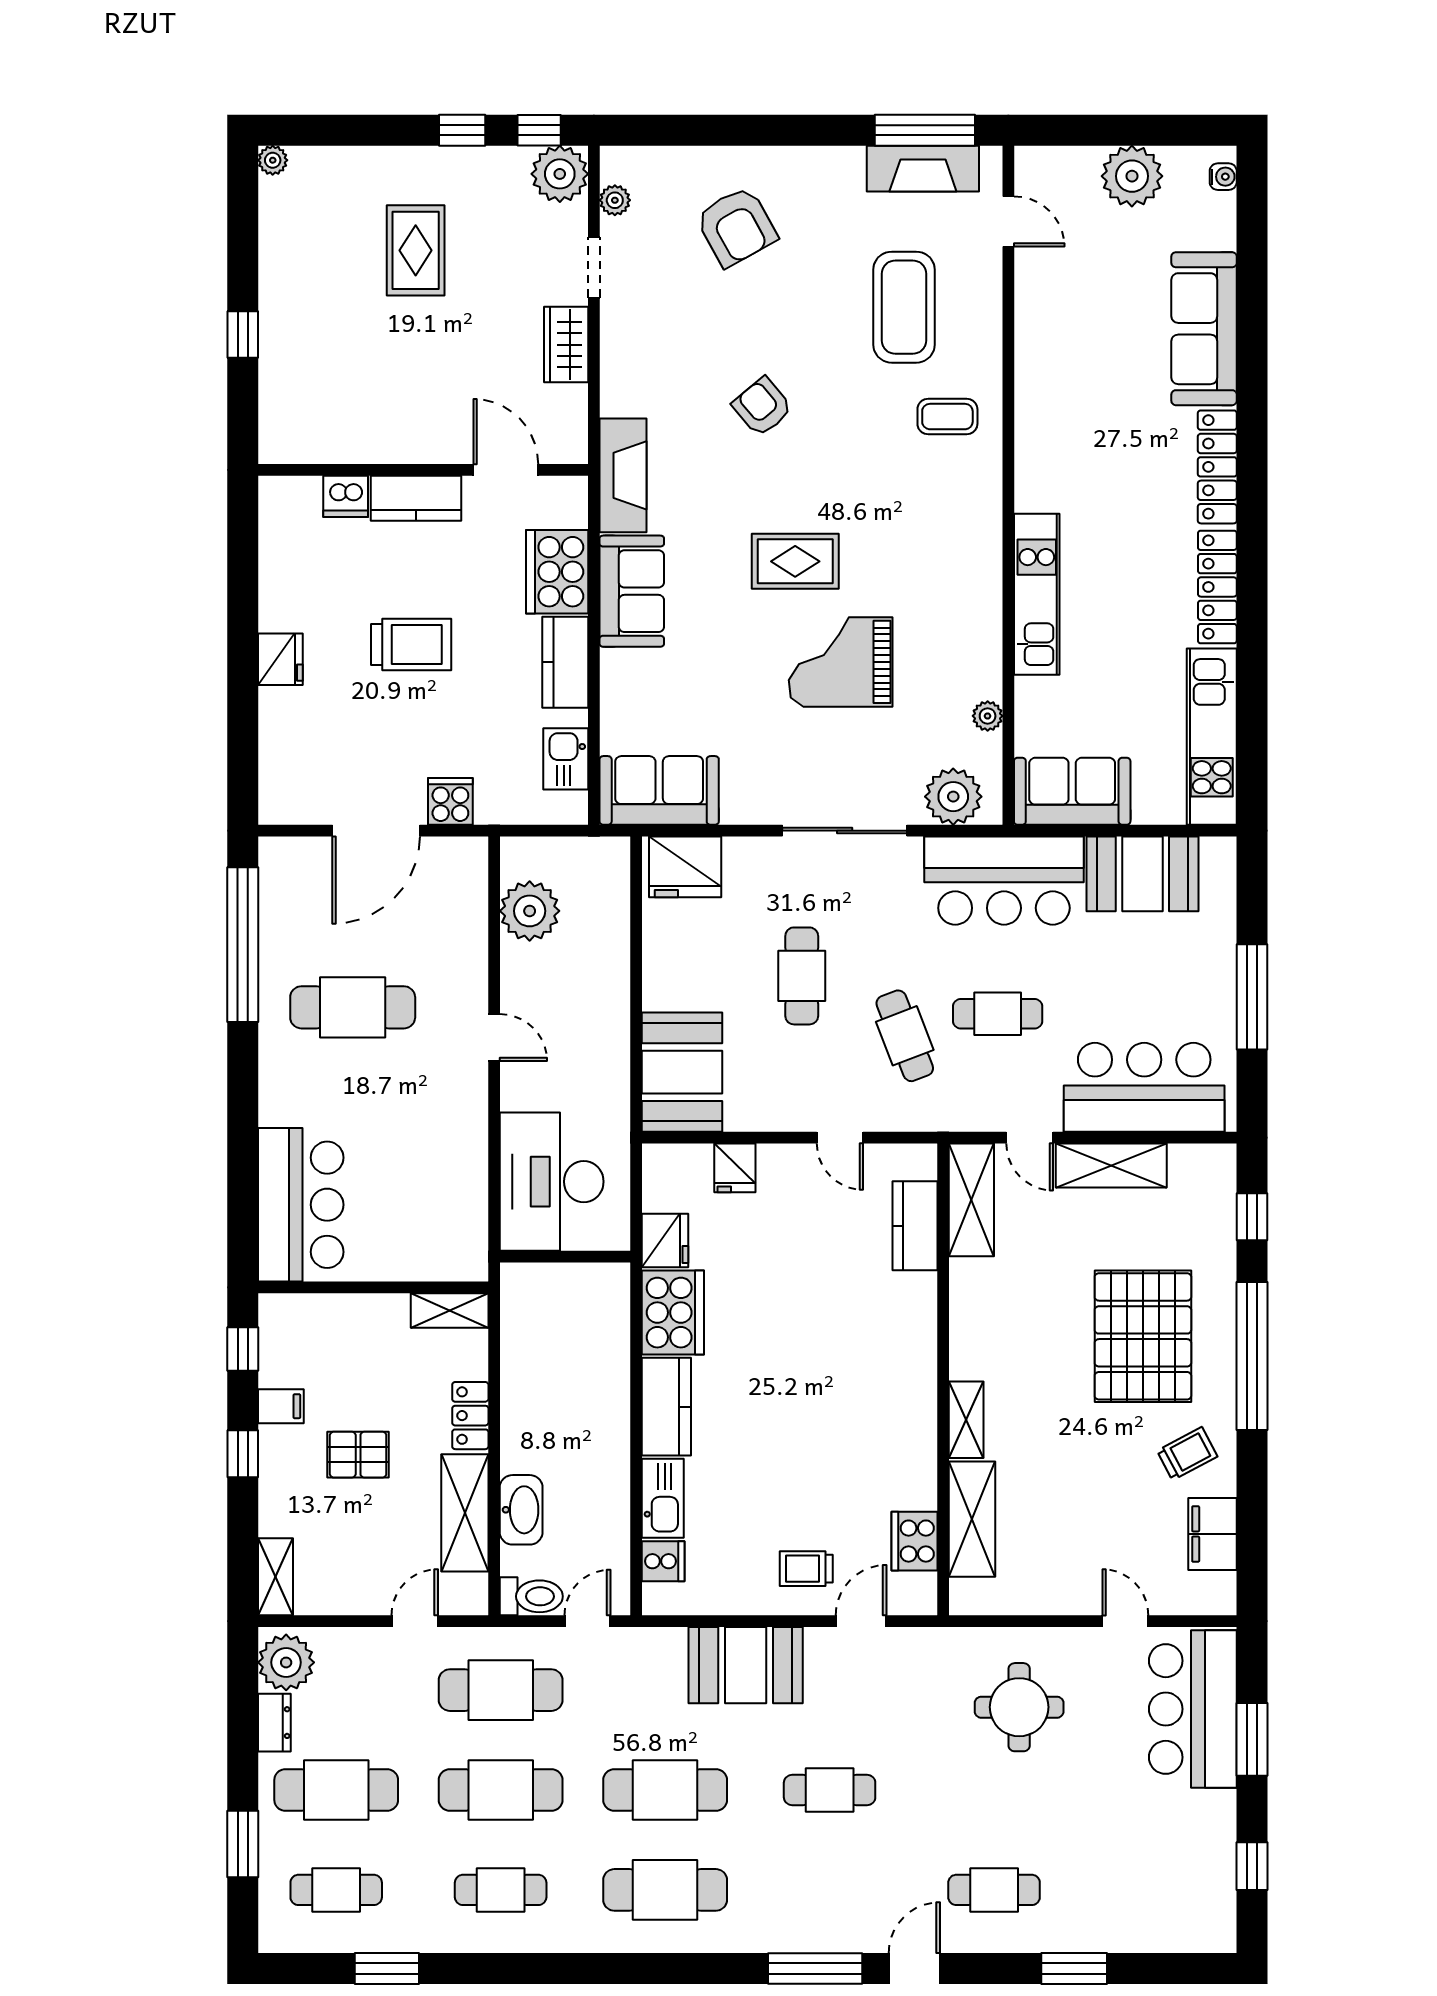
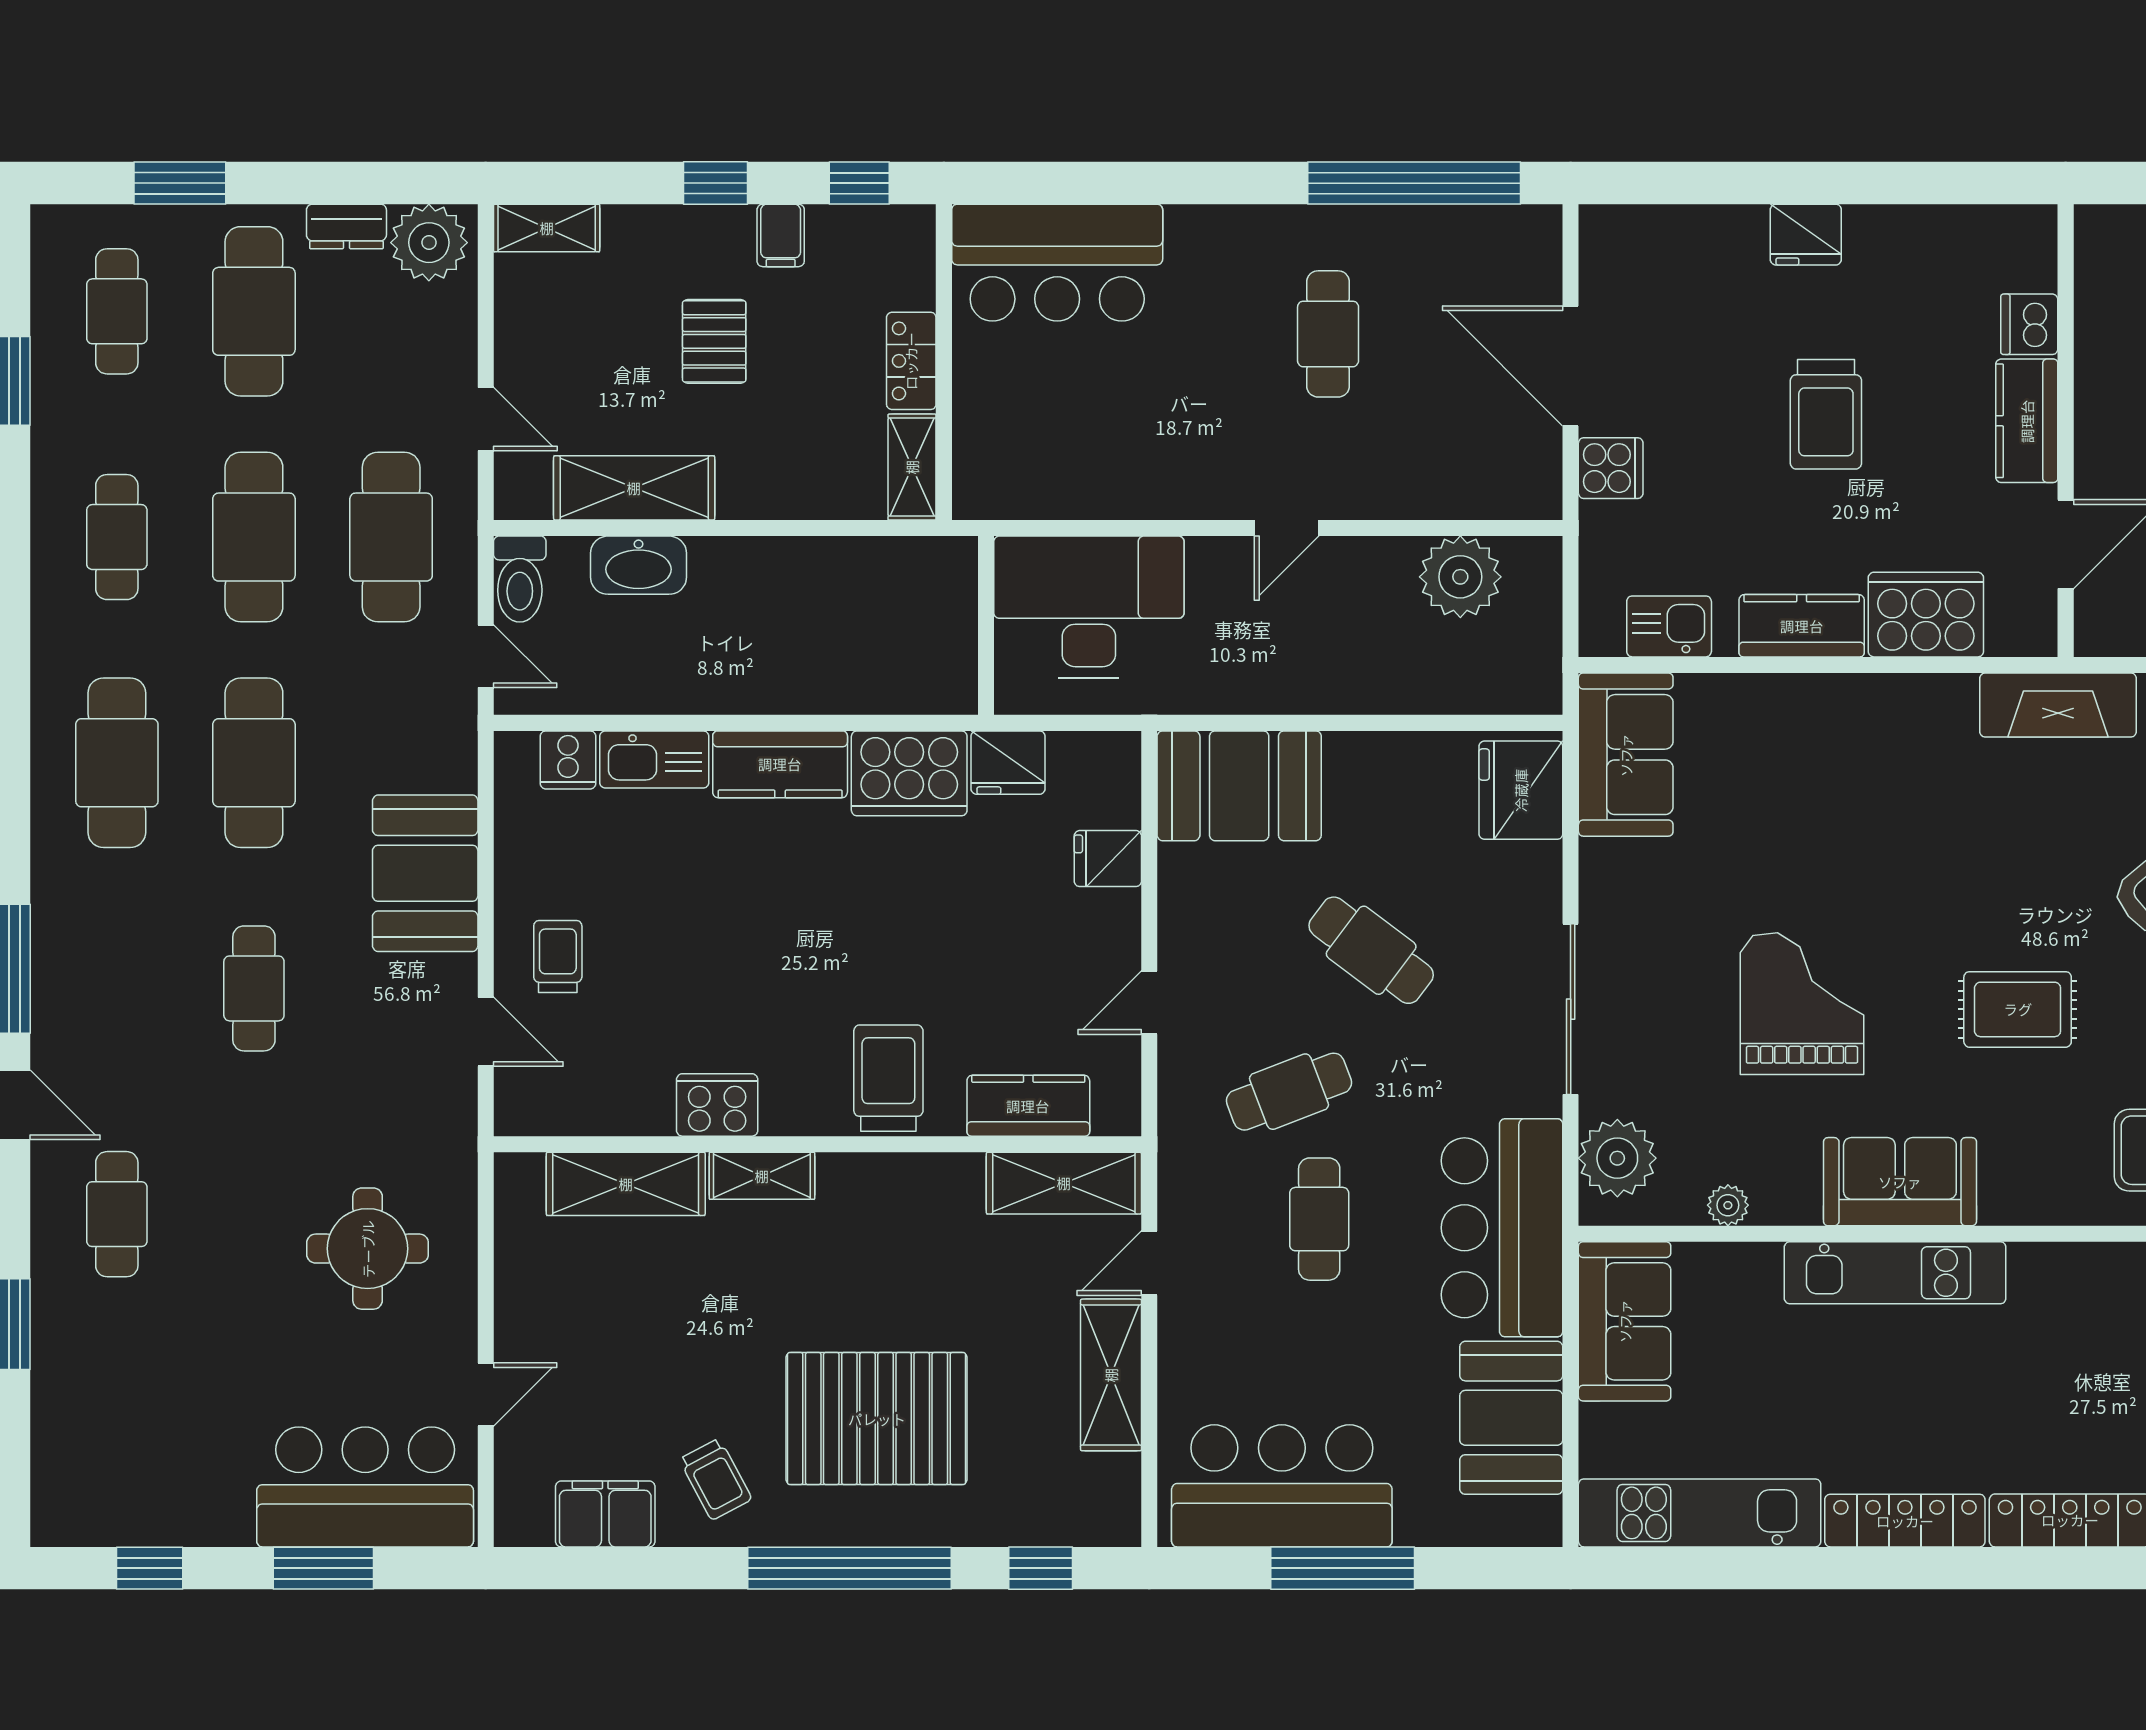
rug: (795, 561) -> (2018, 1009), moved, turned 90
sofa: (632, 591) -> (1900, 1182), moved, turned 180
cafe table: (802, 976) -> (1371, 950), turned 37
cafe table: (353, 1007) -> (1328, 334), width x0.73, depth x0.74
bar counter: (1144, 1087) -> (1282, 1486), moved, turned -90
trolley: (895, 1328) -> (888, 1078), added
locker: (470, 1416) -> (911, 361), moved, turned -90
cooker: (914, 1541) -> (717, 1105), moved

